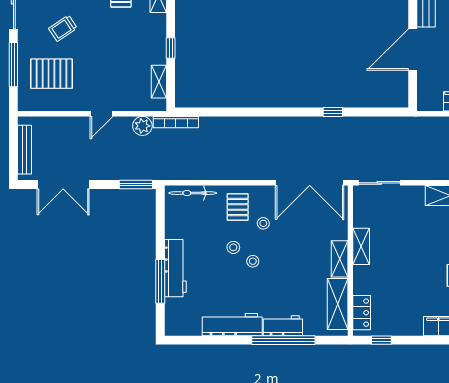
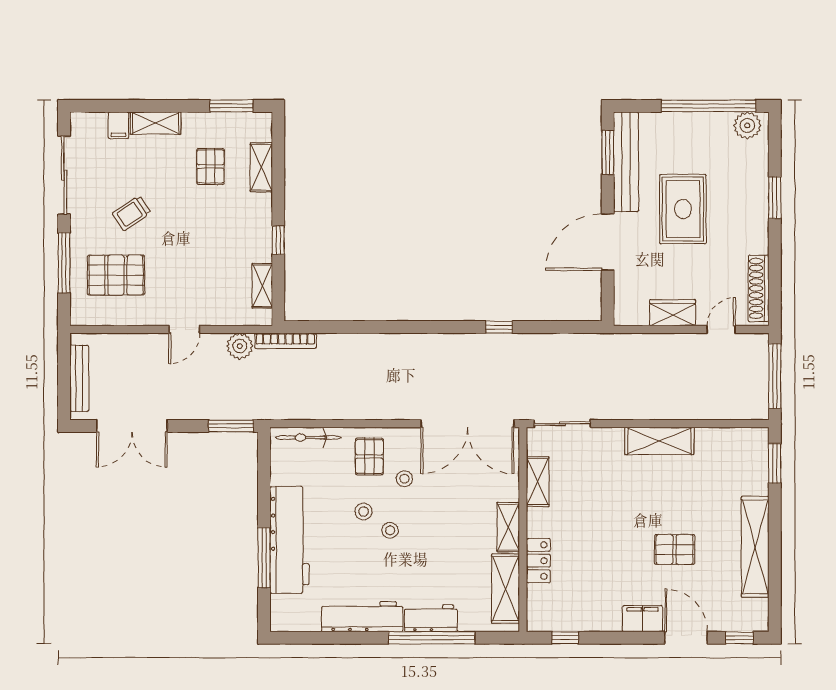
shelving: (361, 246) -> (538, 482), moved
workbench: (175, 268) -> (289, 540), width x1.36, depth x1.32
locker: (362, 313) -> (538, 561), moved

